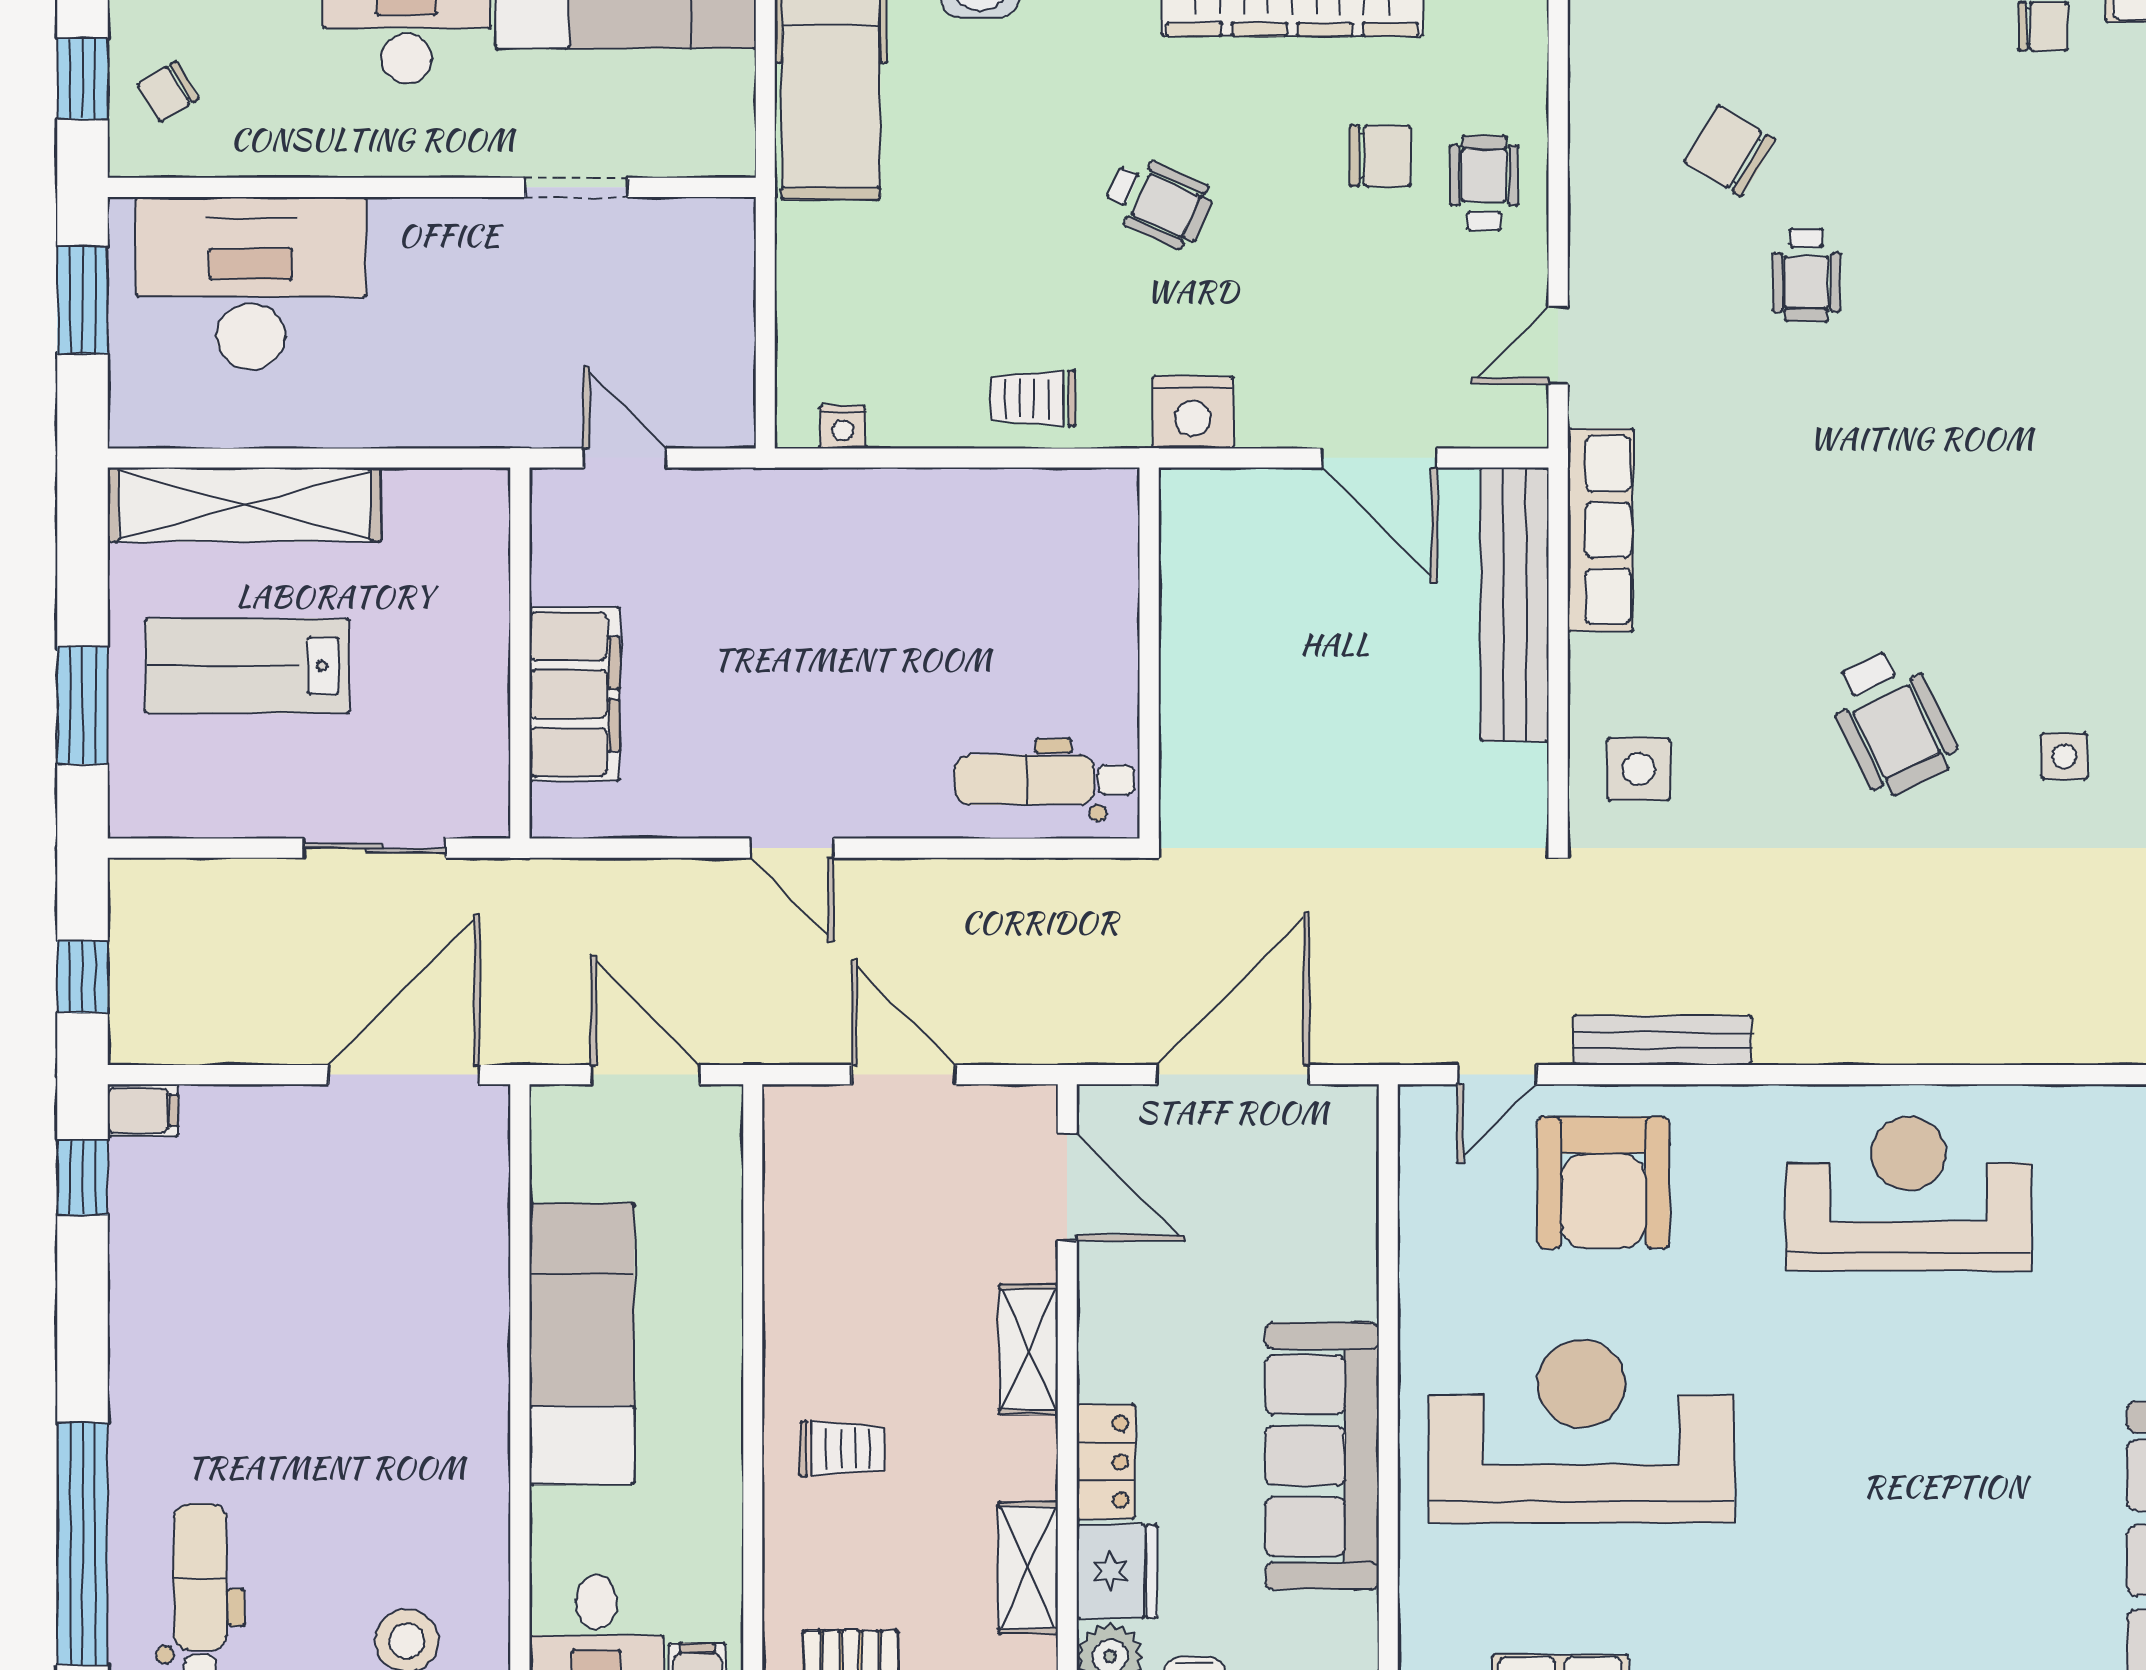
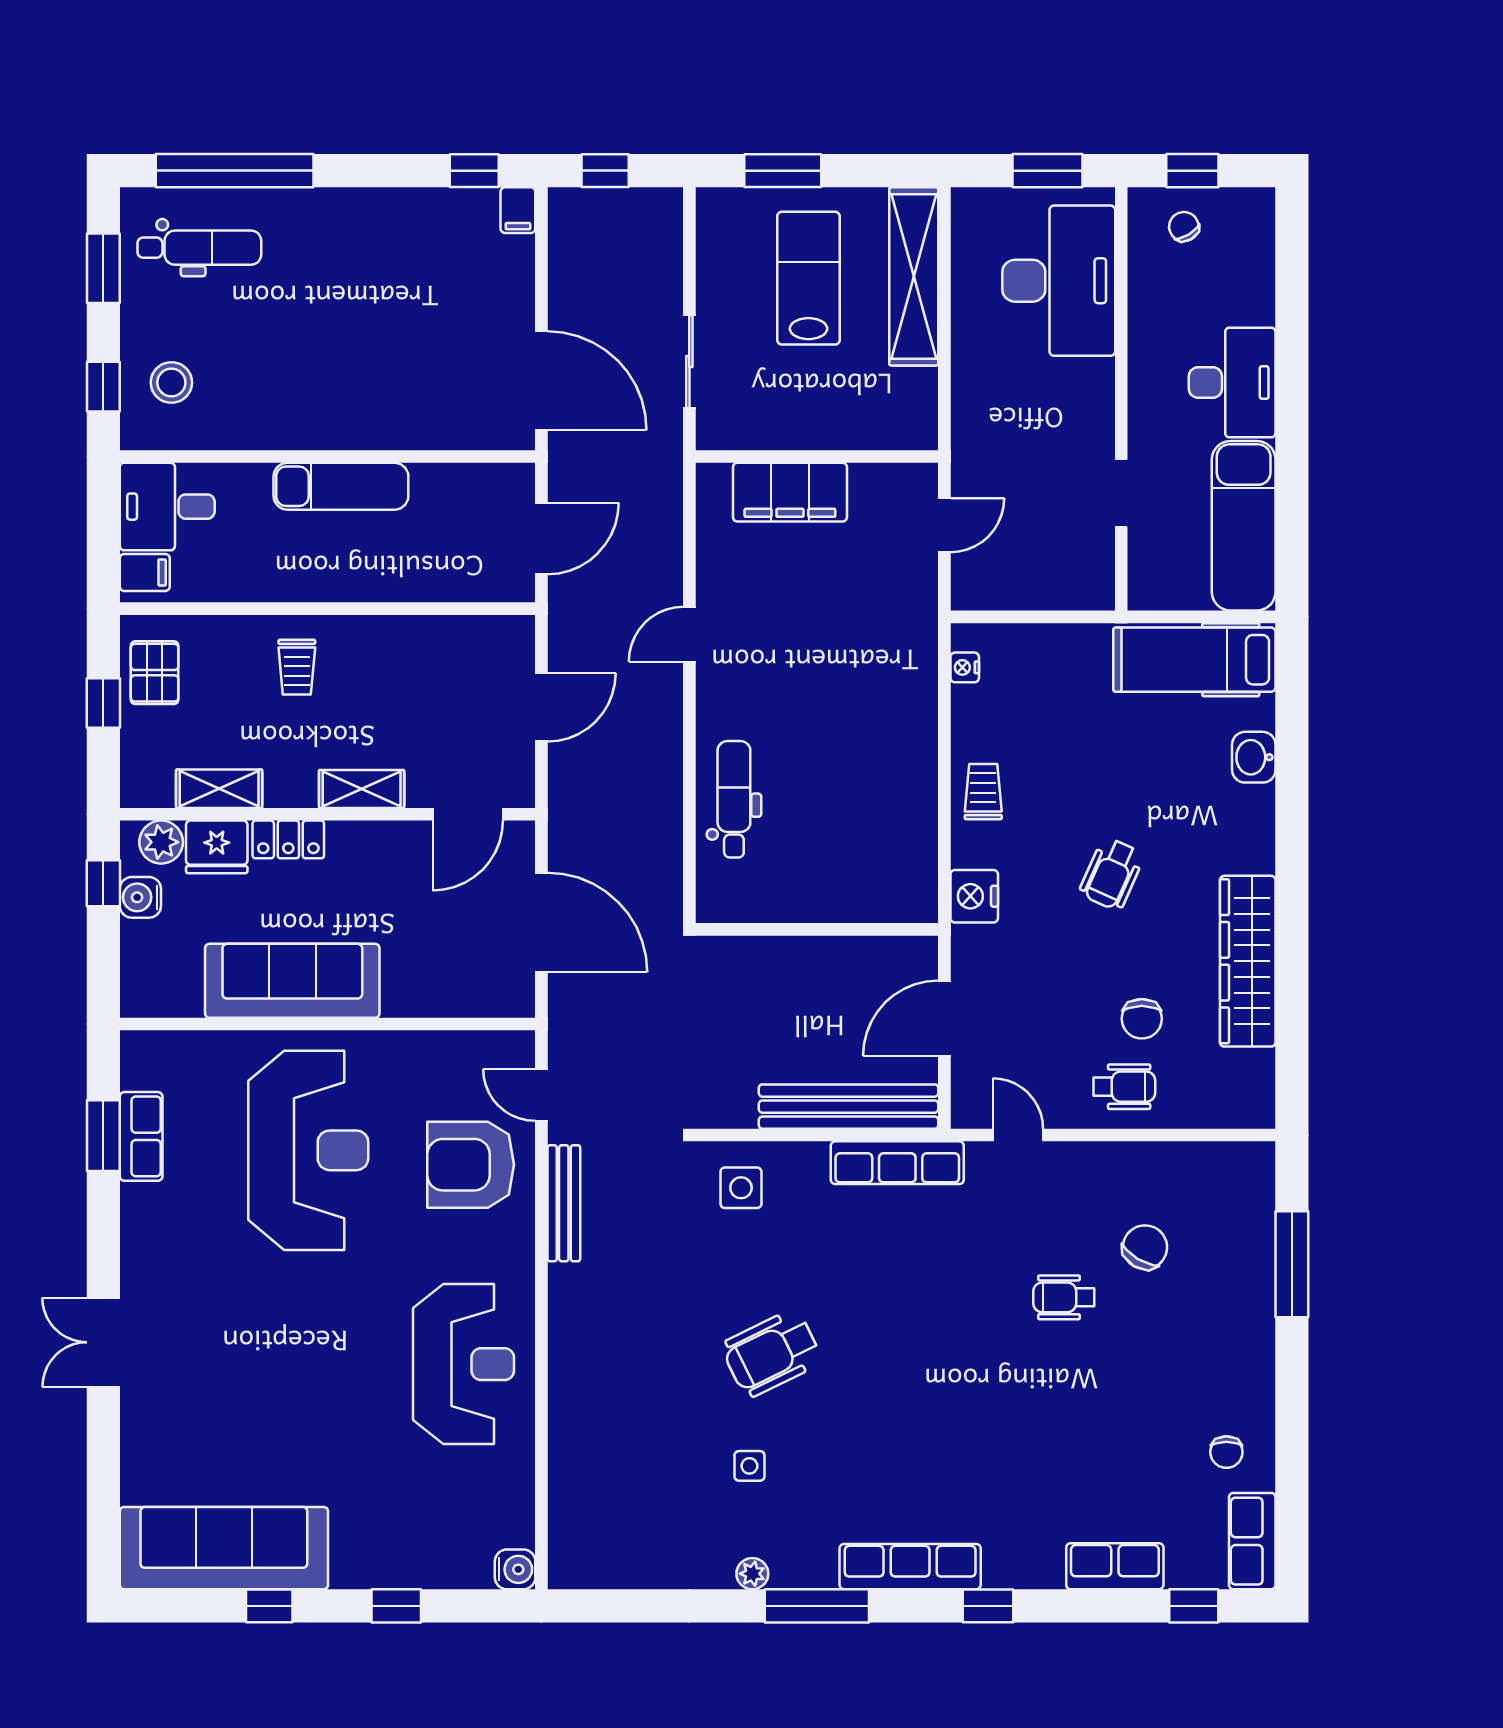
wall: (1149, 653) -> (817, 929), moved
exam couch: (582, 1344) -> (341, 486), width x0.73, depth x0.69

